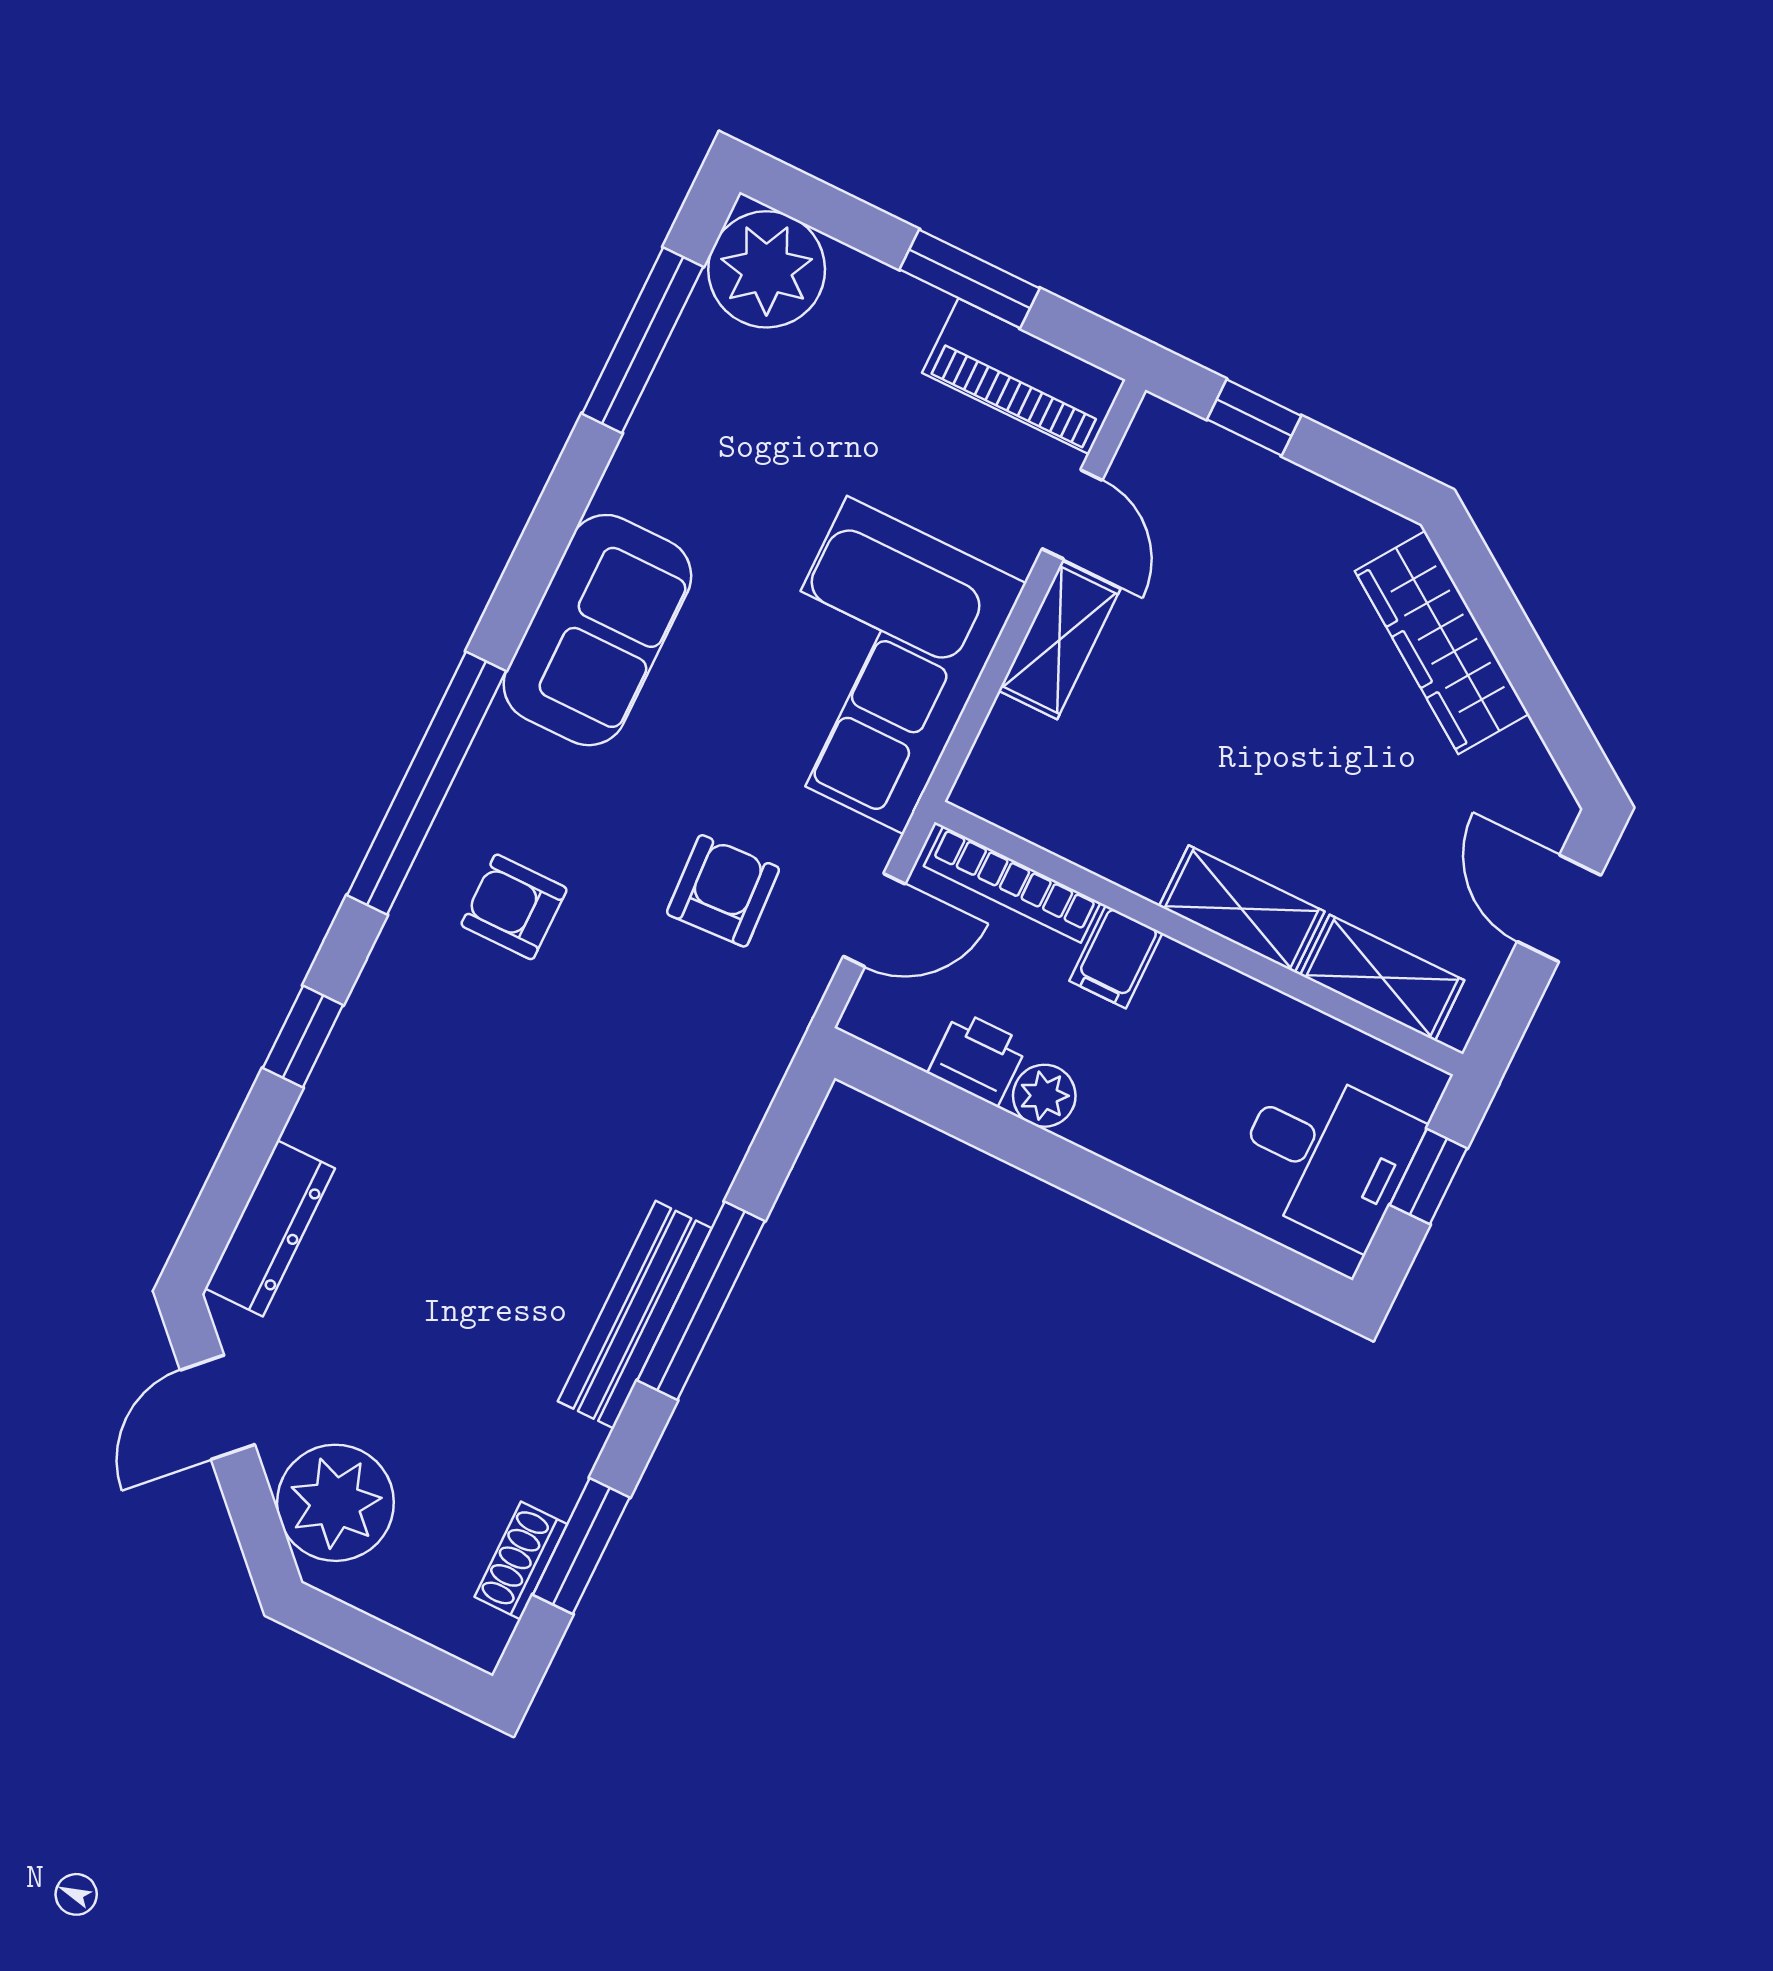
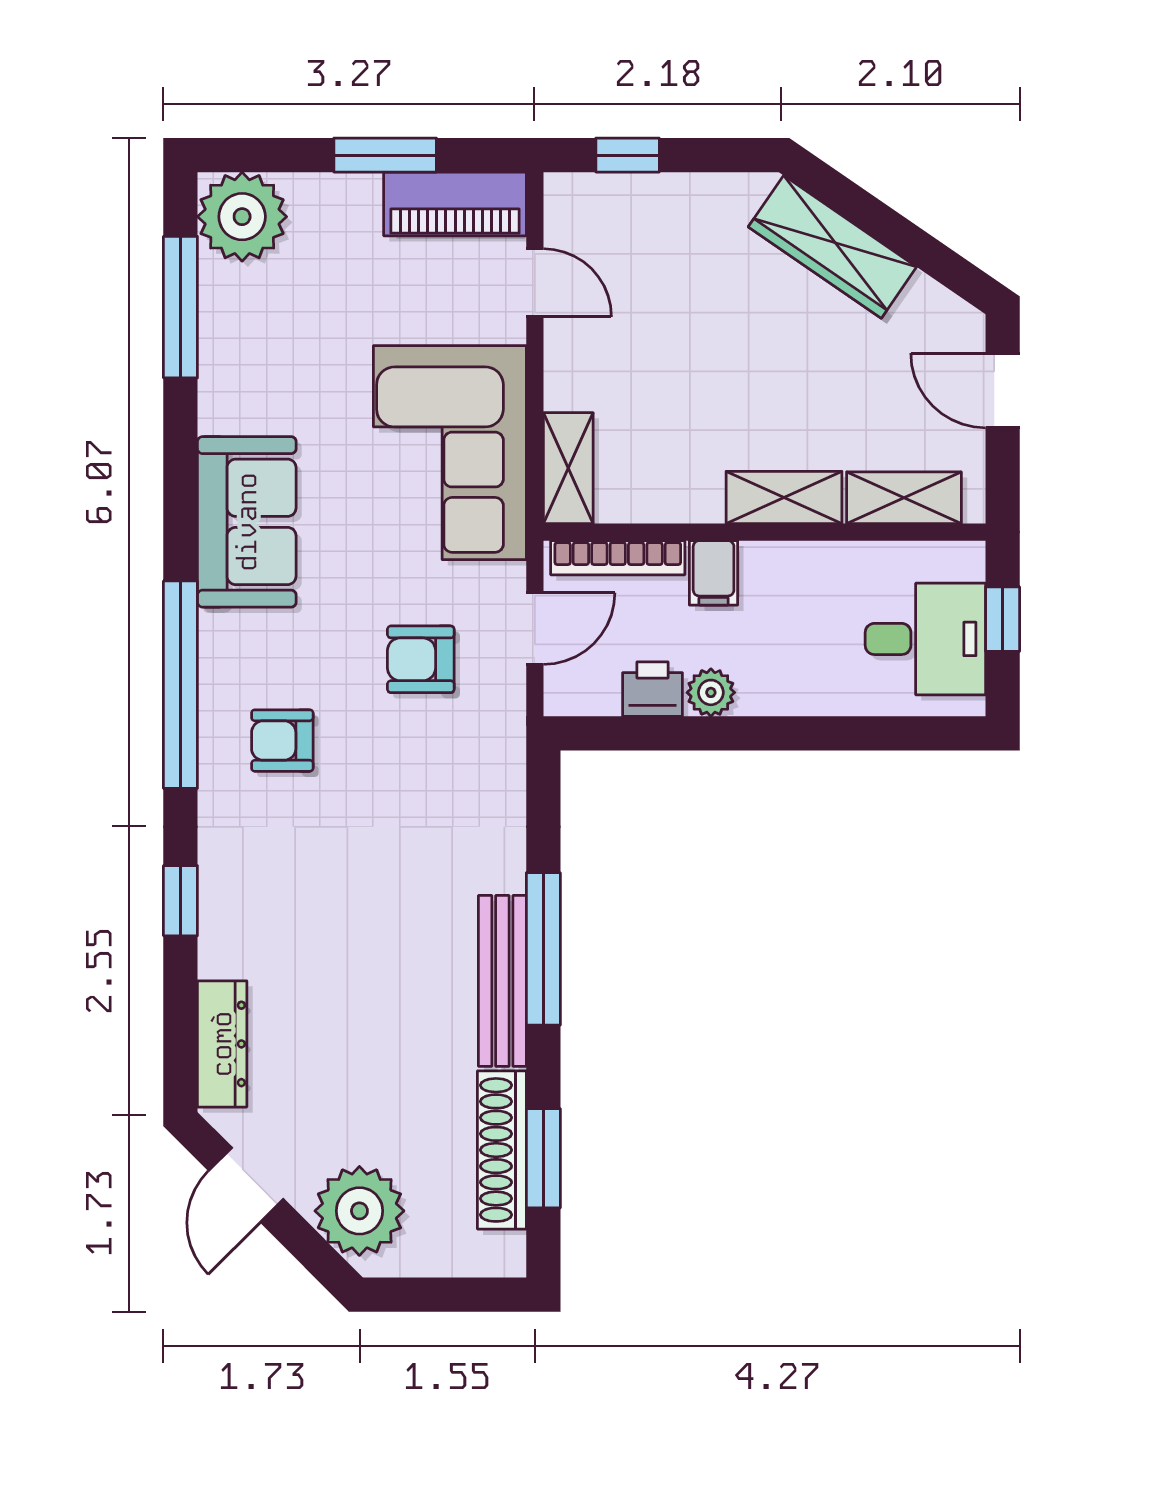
shelving: (1059, 640) -> (568, 468), moved
armchair: (723, 891) -> (421, 659), turned -87
shoe rack: (521, 1561) -> (502, 1150), width x1.94, depth x1.24

